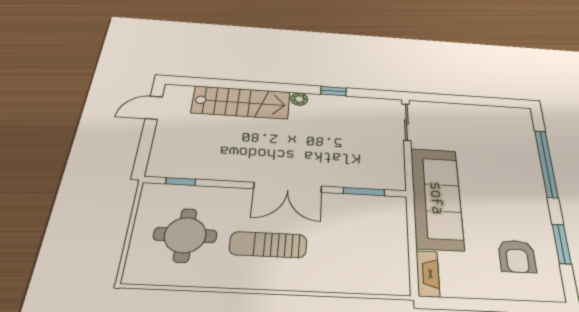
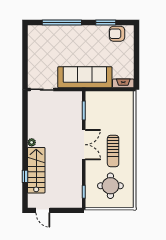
window: (334, 91) -> (25, 176), moved
armchair: (517, 256) -> (117, 34), moved, turned 180

